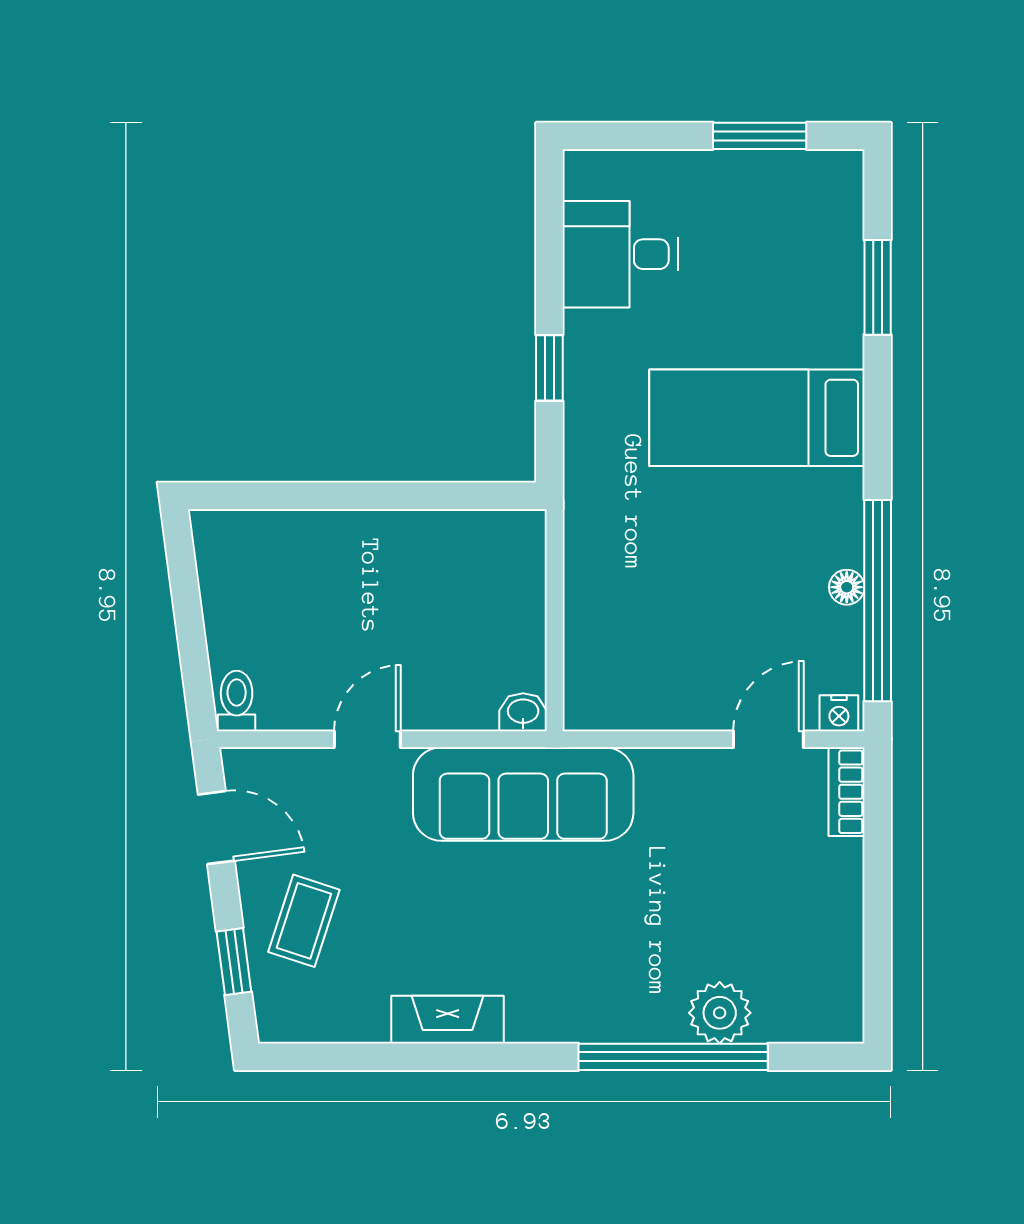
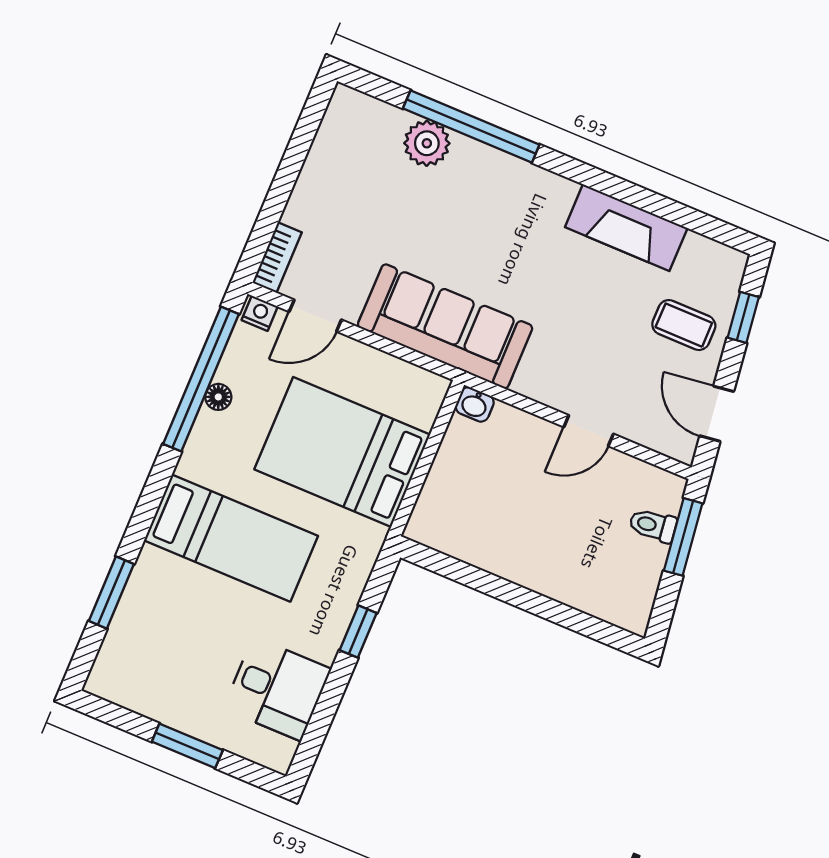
window: (760, 136) -> (187, 746), moved
bed: (663, 584) -> (342, 452), added
window: (194, 656) -> (683, 537), added
toilet: (237, 701) -> (653, 525), moved, turned 82
sofa: (523, 794) -> (445, 326), moved
coffee table: (304, 921) -> (684, 325), turned 72
fireplace: (448, 1020) -> (626, 228), width x1.37, depth x1.32

